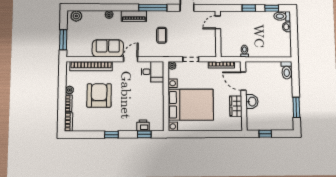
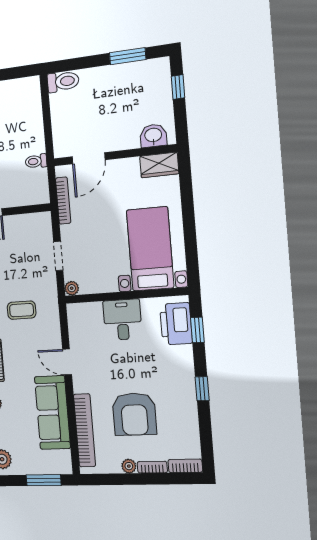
sofa: (108, 48) -> (52, 412), width x1.36
desk: (153, 72) -> (122, 320), moved
armchair: (99, 95) -> (134, 414), turned -90
washbasin: (252, 102) -> (153, 136), moved
bed with nightstands: (191, 105) -> (150, 249), width x0.73
wardrobe: (236, 106) -> (159, 165), moved
printer: (143, 125) -> (176, 324), width x1.87, depth x1.48
window: (265, 134) -> (178, 87), moved

